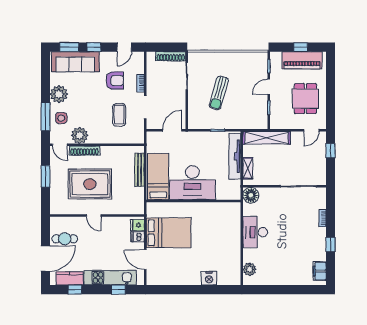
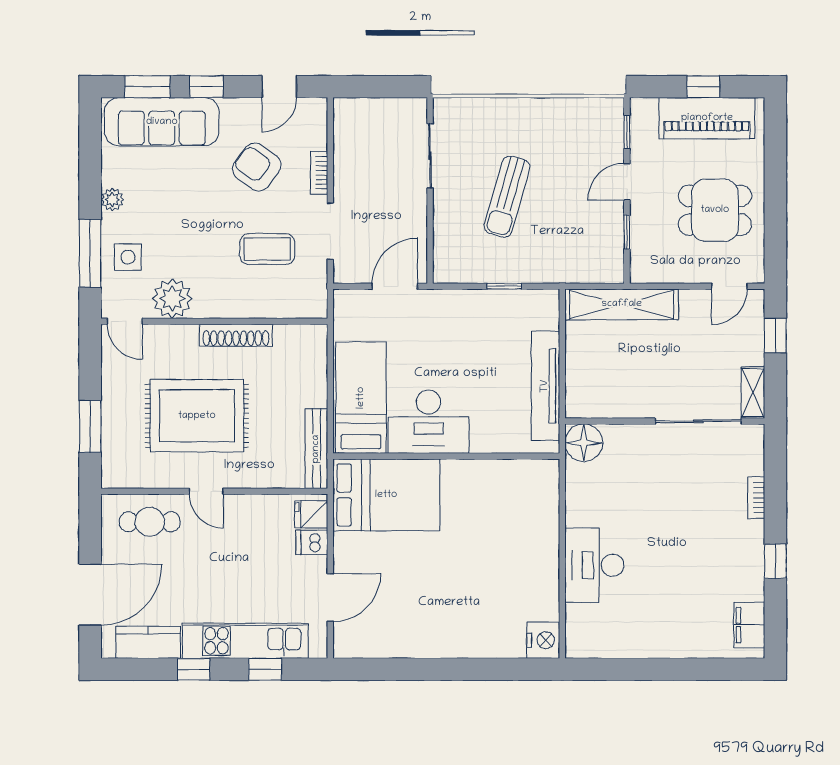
shoe rack: (171, 56) -> (391, 109), removed
armchair: (115, 81) -> (257, 167), turned -144
plant: (59, 94) -> (112, 200), width x0.53, depth x0.53
dining table: (305, 99) -> (715, 210), turned 90
coffee table: (119, 115) -> (267, 249), turned 90
shoe rack: (84, 151) -> (236, 335), moved
tv unit: (235, 156) -> (545, 386), moved
shelving: (248, 168) -> (753, 393), moved
bench: (140, 170) -> (316, 449), moved
window: (45, 176) -> (90, 426), moved
desk: (192, 183) -> (429, 422), width x0.73, depth x0.77
desk: (255, 232) -> (594, 565), moved
bed: (169, 233) -> (386, 495), moved
cafe table: (65, 239) -> (150, 522), moved
door: (145, 260) -> (330, 597), swing flipped
plant: (250, 269) -> (581, 621), removed
nightstand: (209, 278) -> (543, 640), moved, turned -90
window: (75, 290) -> (194, 669), moved

